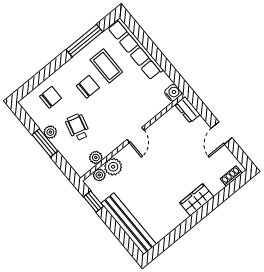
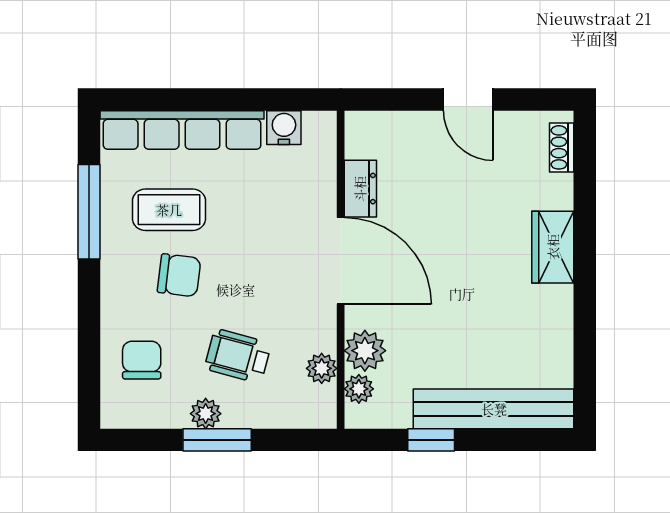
chair: (88, 87) -> (179, 275), turned 97
water cooler: (173, 93) -> (284, 128), moved
dresser: (188, 110) -> (360, 189), moved, turned -90
door: (136, 135) -> (341, 261), width x1.87
window: (93, 202) -> (431, 440), moved

